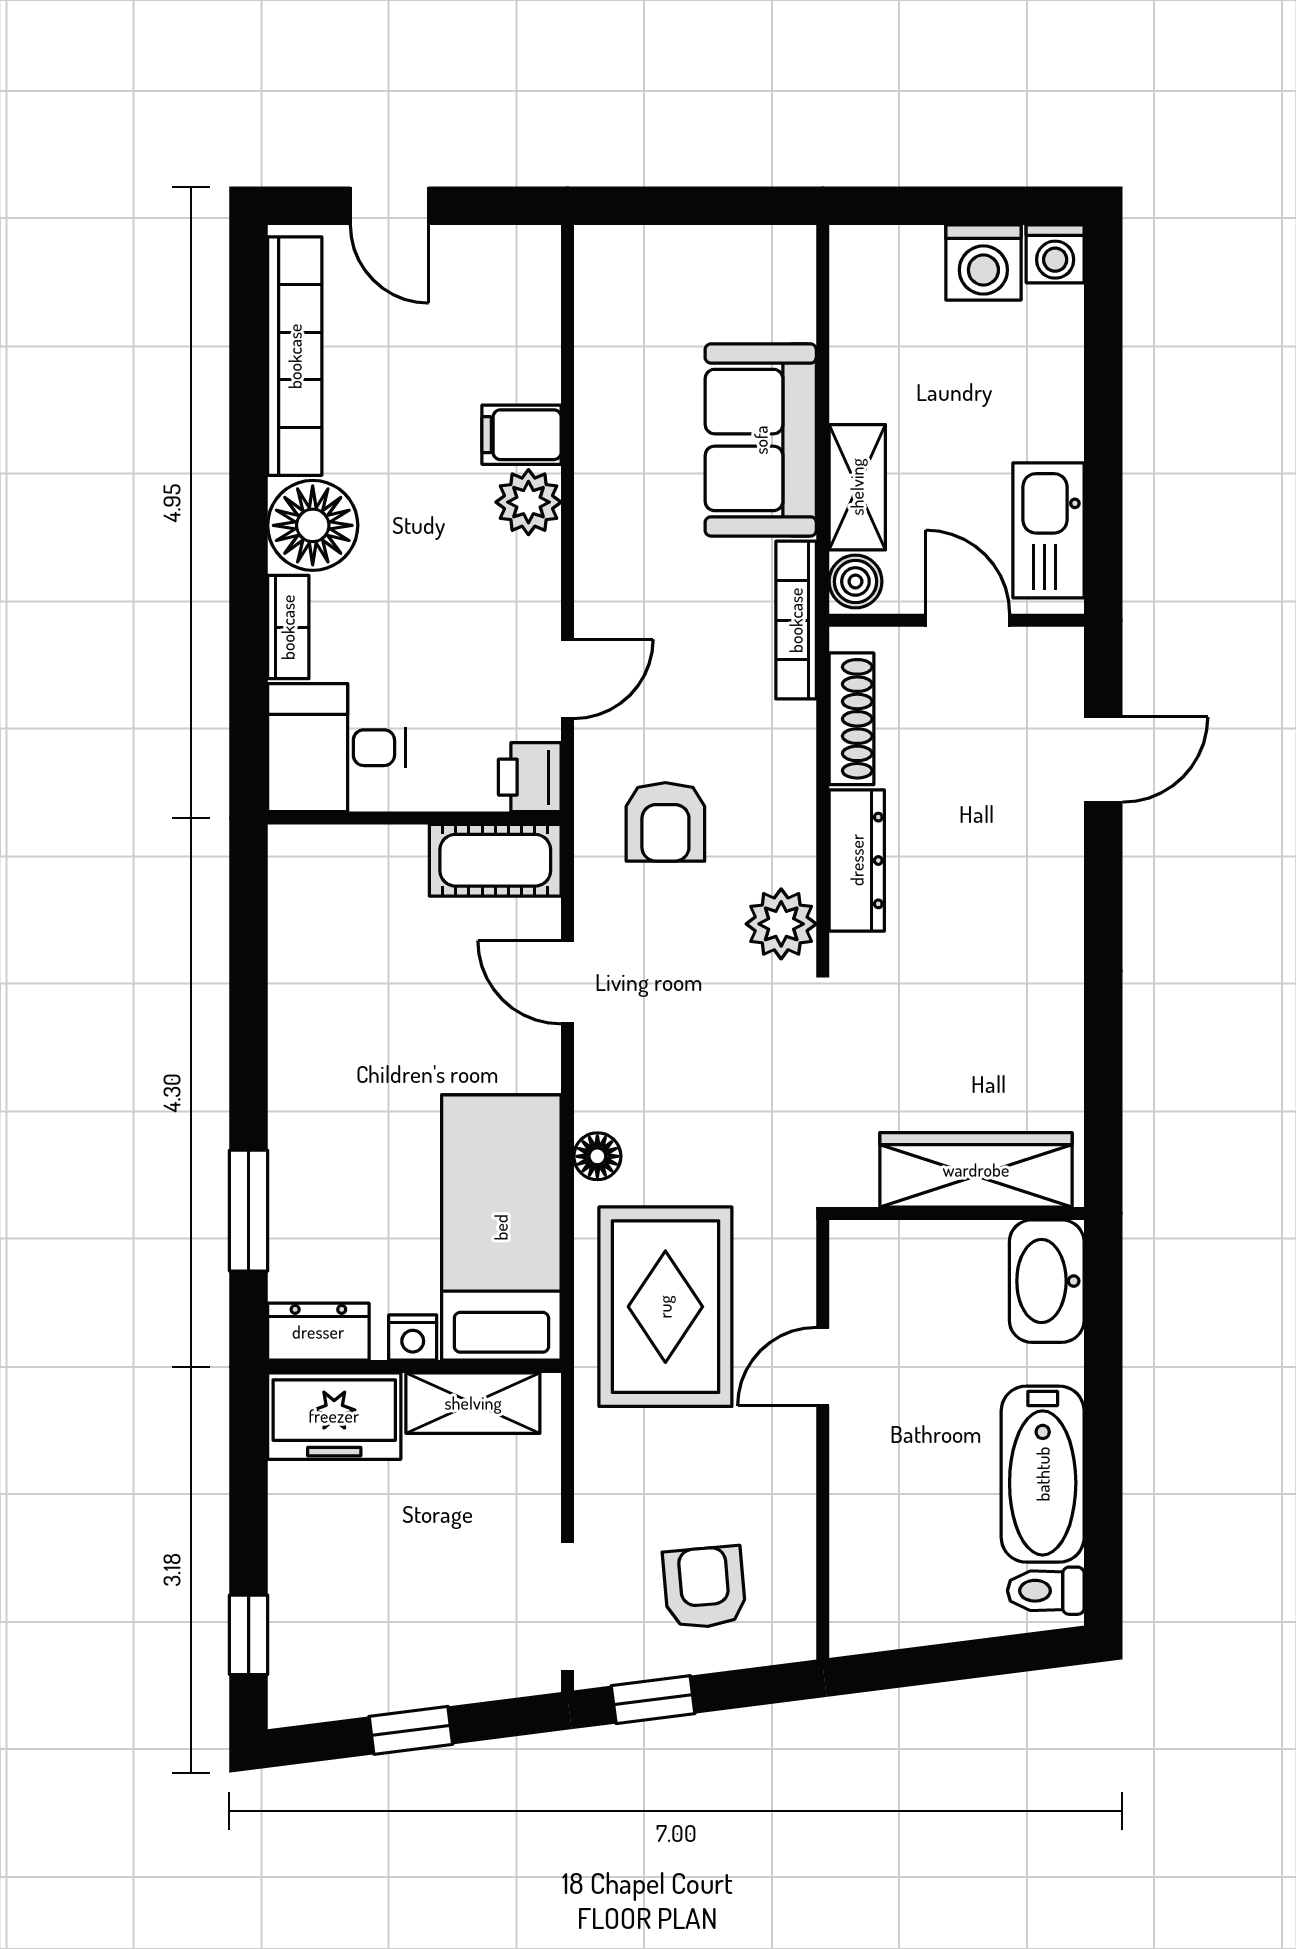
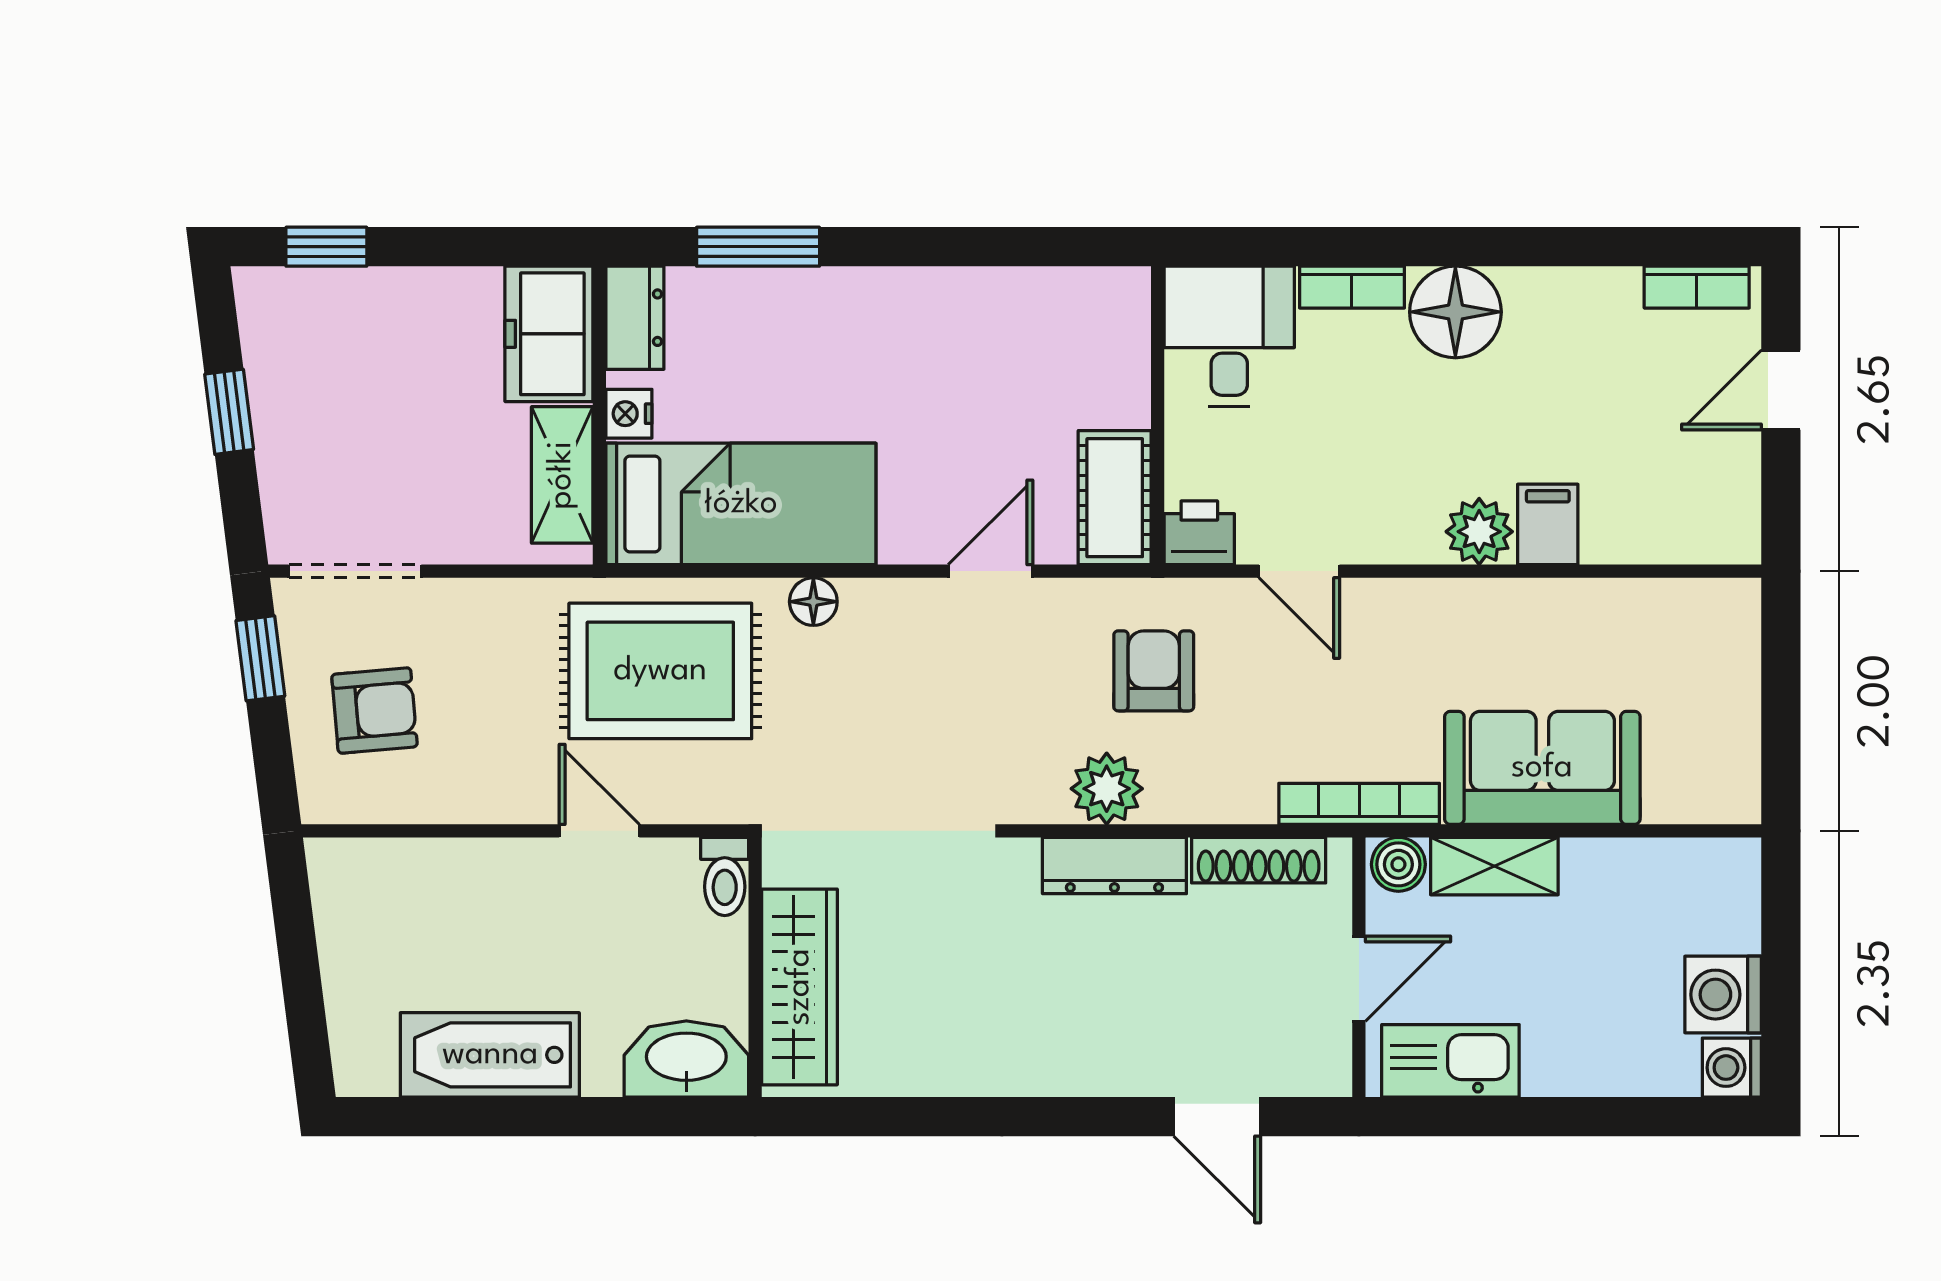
bookcase: (295, 356) -> (1697, 287), width x0.43, depth x0.76
armchair: (665, 822) -> (1154, 671), turned 90
plant: (781, 924) -> (1107, 789), moved
toilet: (1046, 1591) -> (725, 876), moved, turned 180

